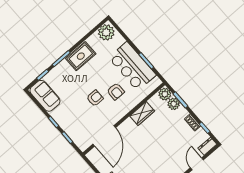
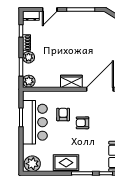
plant: (174, 104) -> (29, 57), moved
wardrobe: (142, 114) -> (71, 81), moved

